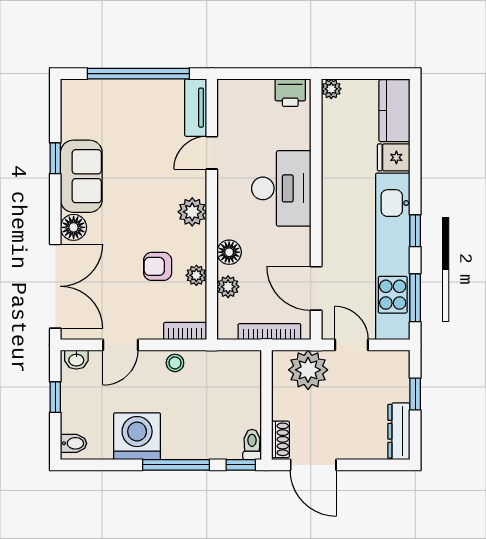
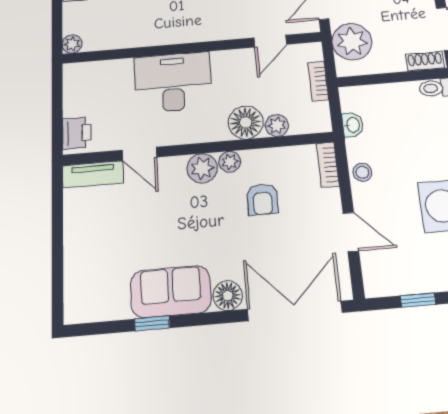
window: (138, 74) -> (57, 238), removed
printer: (290, 93) -> (77, 133), moved
floor lamp: (229, 252) -> (246, 122), width x1.38, depth x1.38
plant: (196, 275) -> (230, 162), moved
door: (316, 288) -> (270, 41), width x0.73
bookcase: (269, 332) -> (318, 81), width x0.64
washbasin: (76, 360) -> (353, 125), moved

